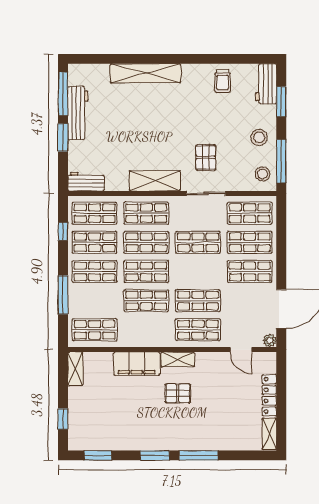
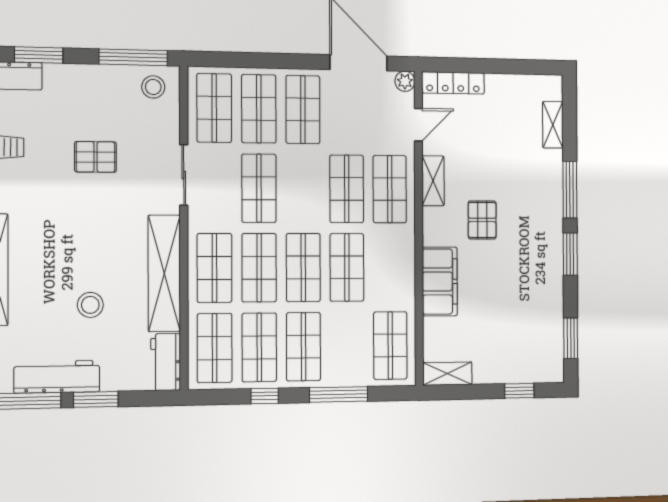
stool: (259, 137) -> (90, 305), moved
pallet: (206, 157) -> (95, 157), moved
shelving: (155, 181) -> (164, 273), width x1.47
window: (63, 231) -> (265, 396), moved
shelving: (178, 359) -> (433, 181), moved
locker: (269, 395) -> (453, 83), moved
shelving: (269, 434) -> (553, 125), moved, turned 90

